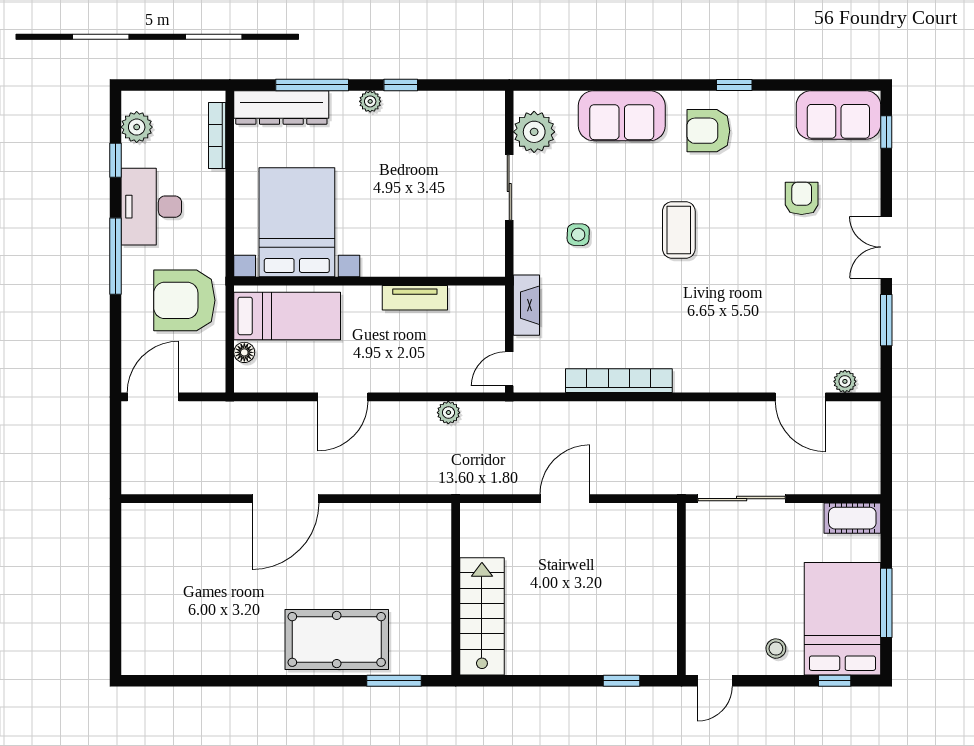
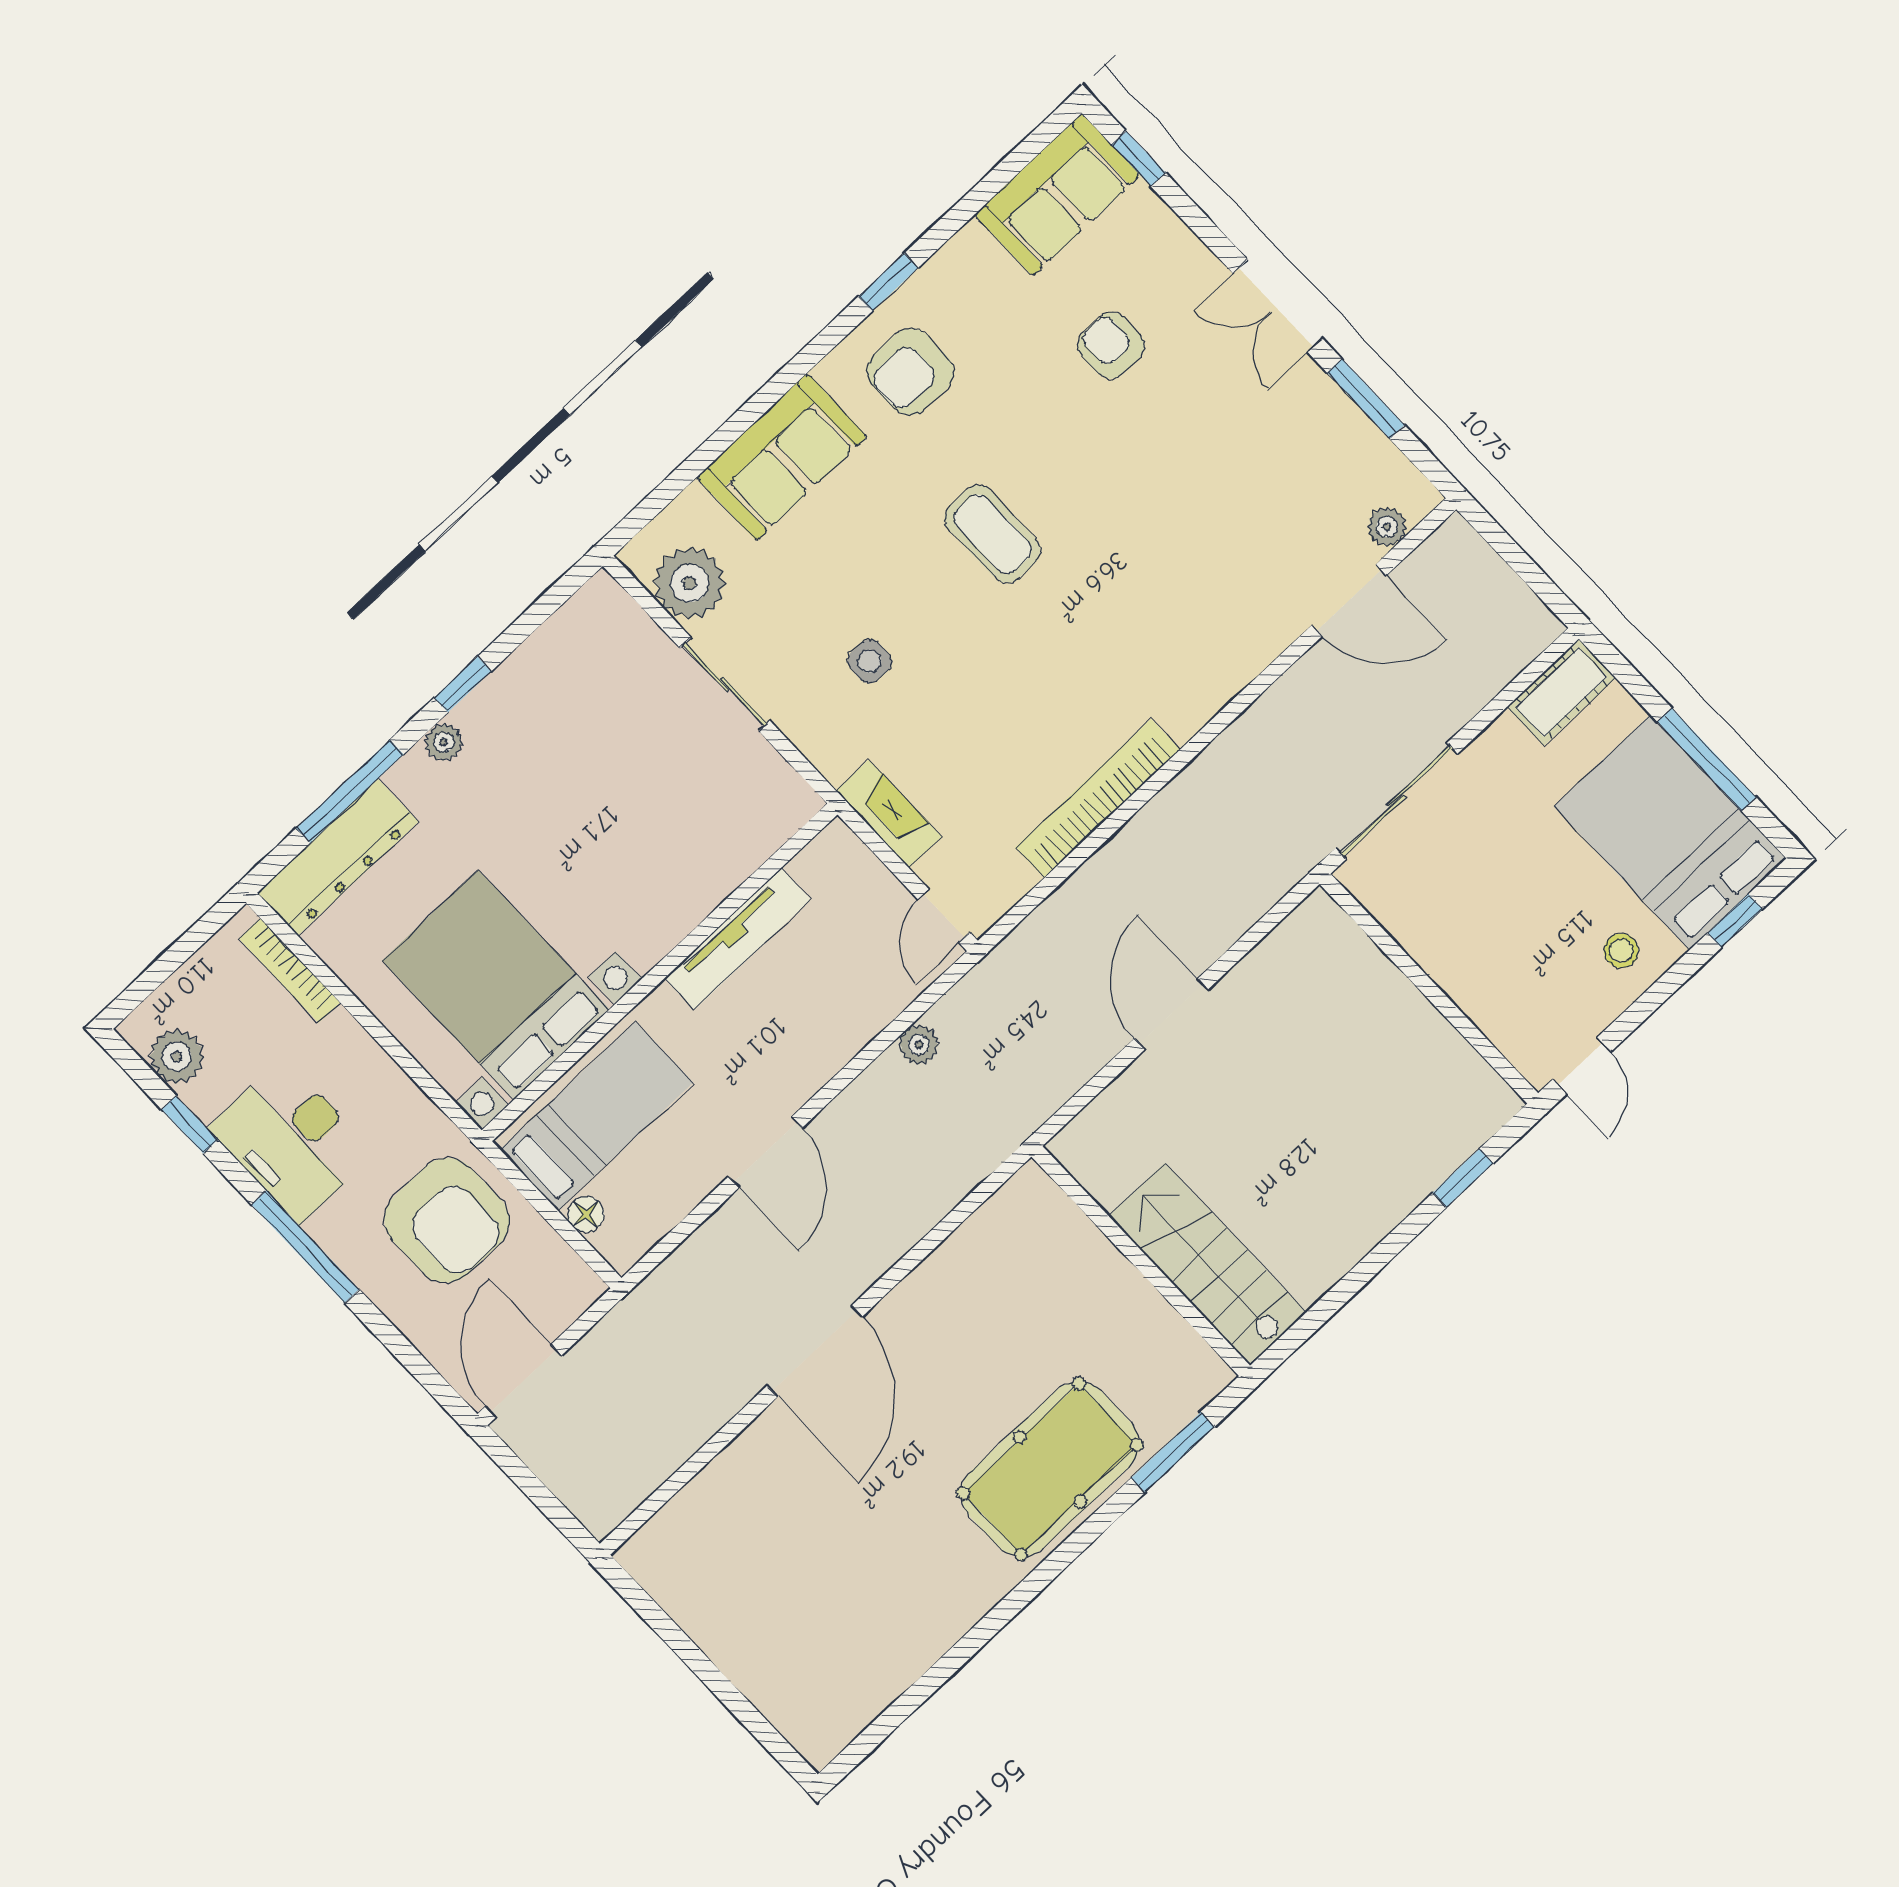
tv unit: (415, 298) -> (738, 939), width x1.41
armchair: (184, 300) -> (447, 1220), turned -90

